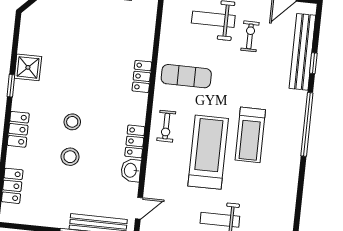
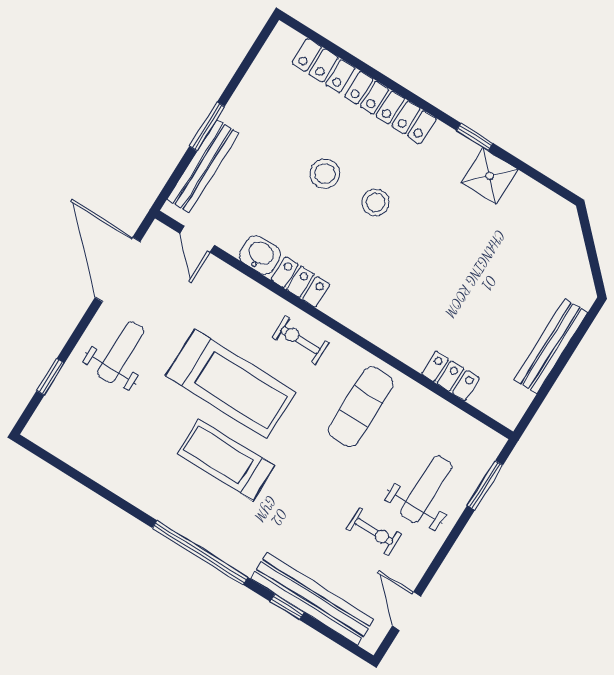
locker: (142, 76) -> (450, 376), moved
locker: (18, 129) -> (390, 108), width x1.53

